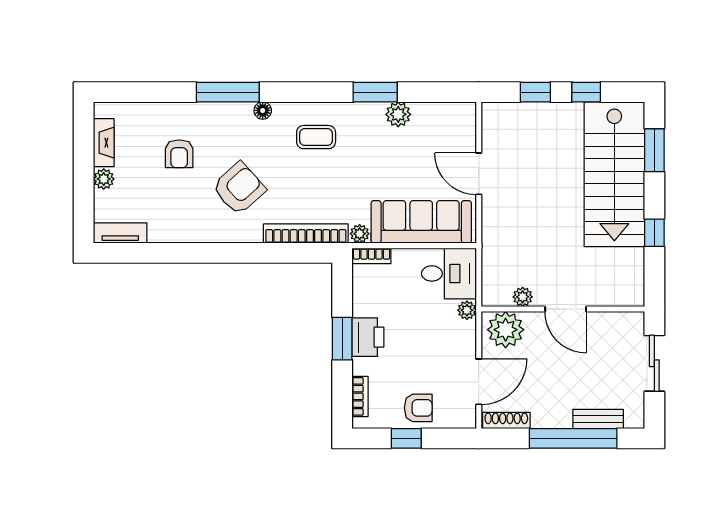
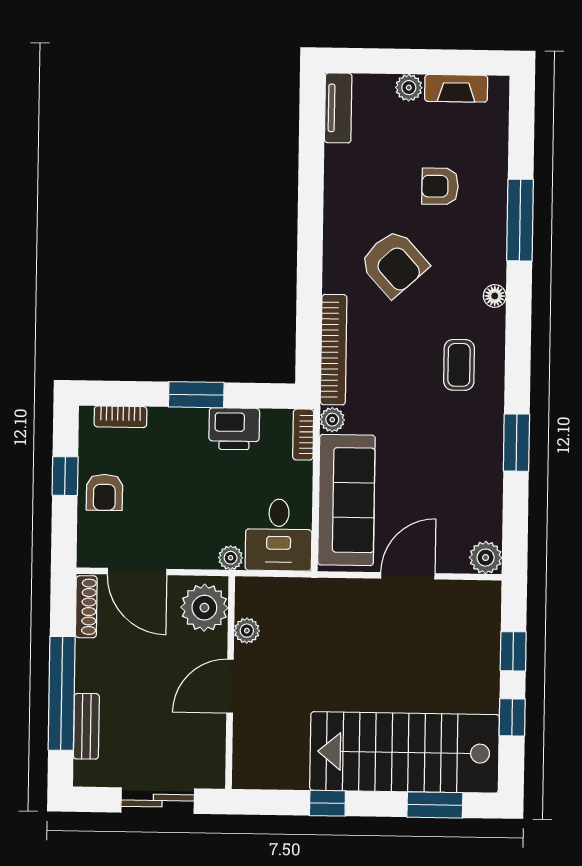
window: (228, 92) -> (520, 220), moved
plant: (398, 114) -> (486, 558), moved
printer: (368, 337) -> (234, 429), moved

